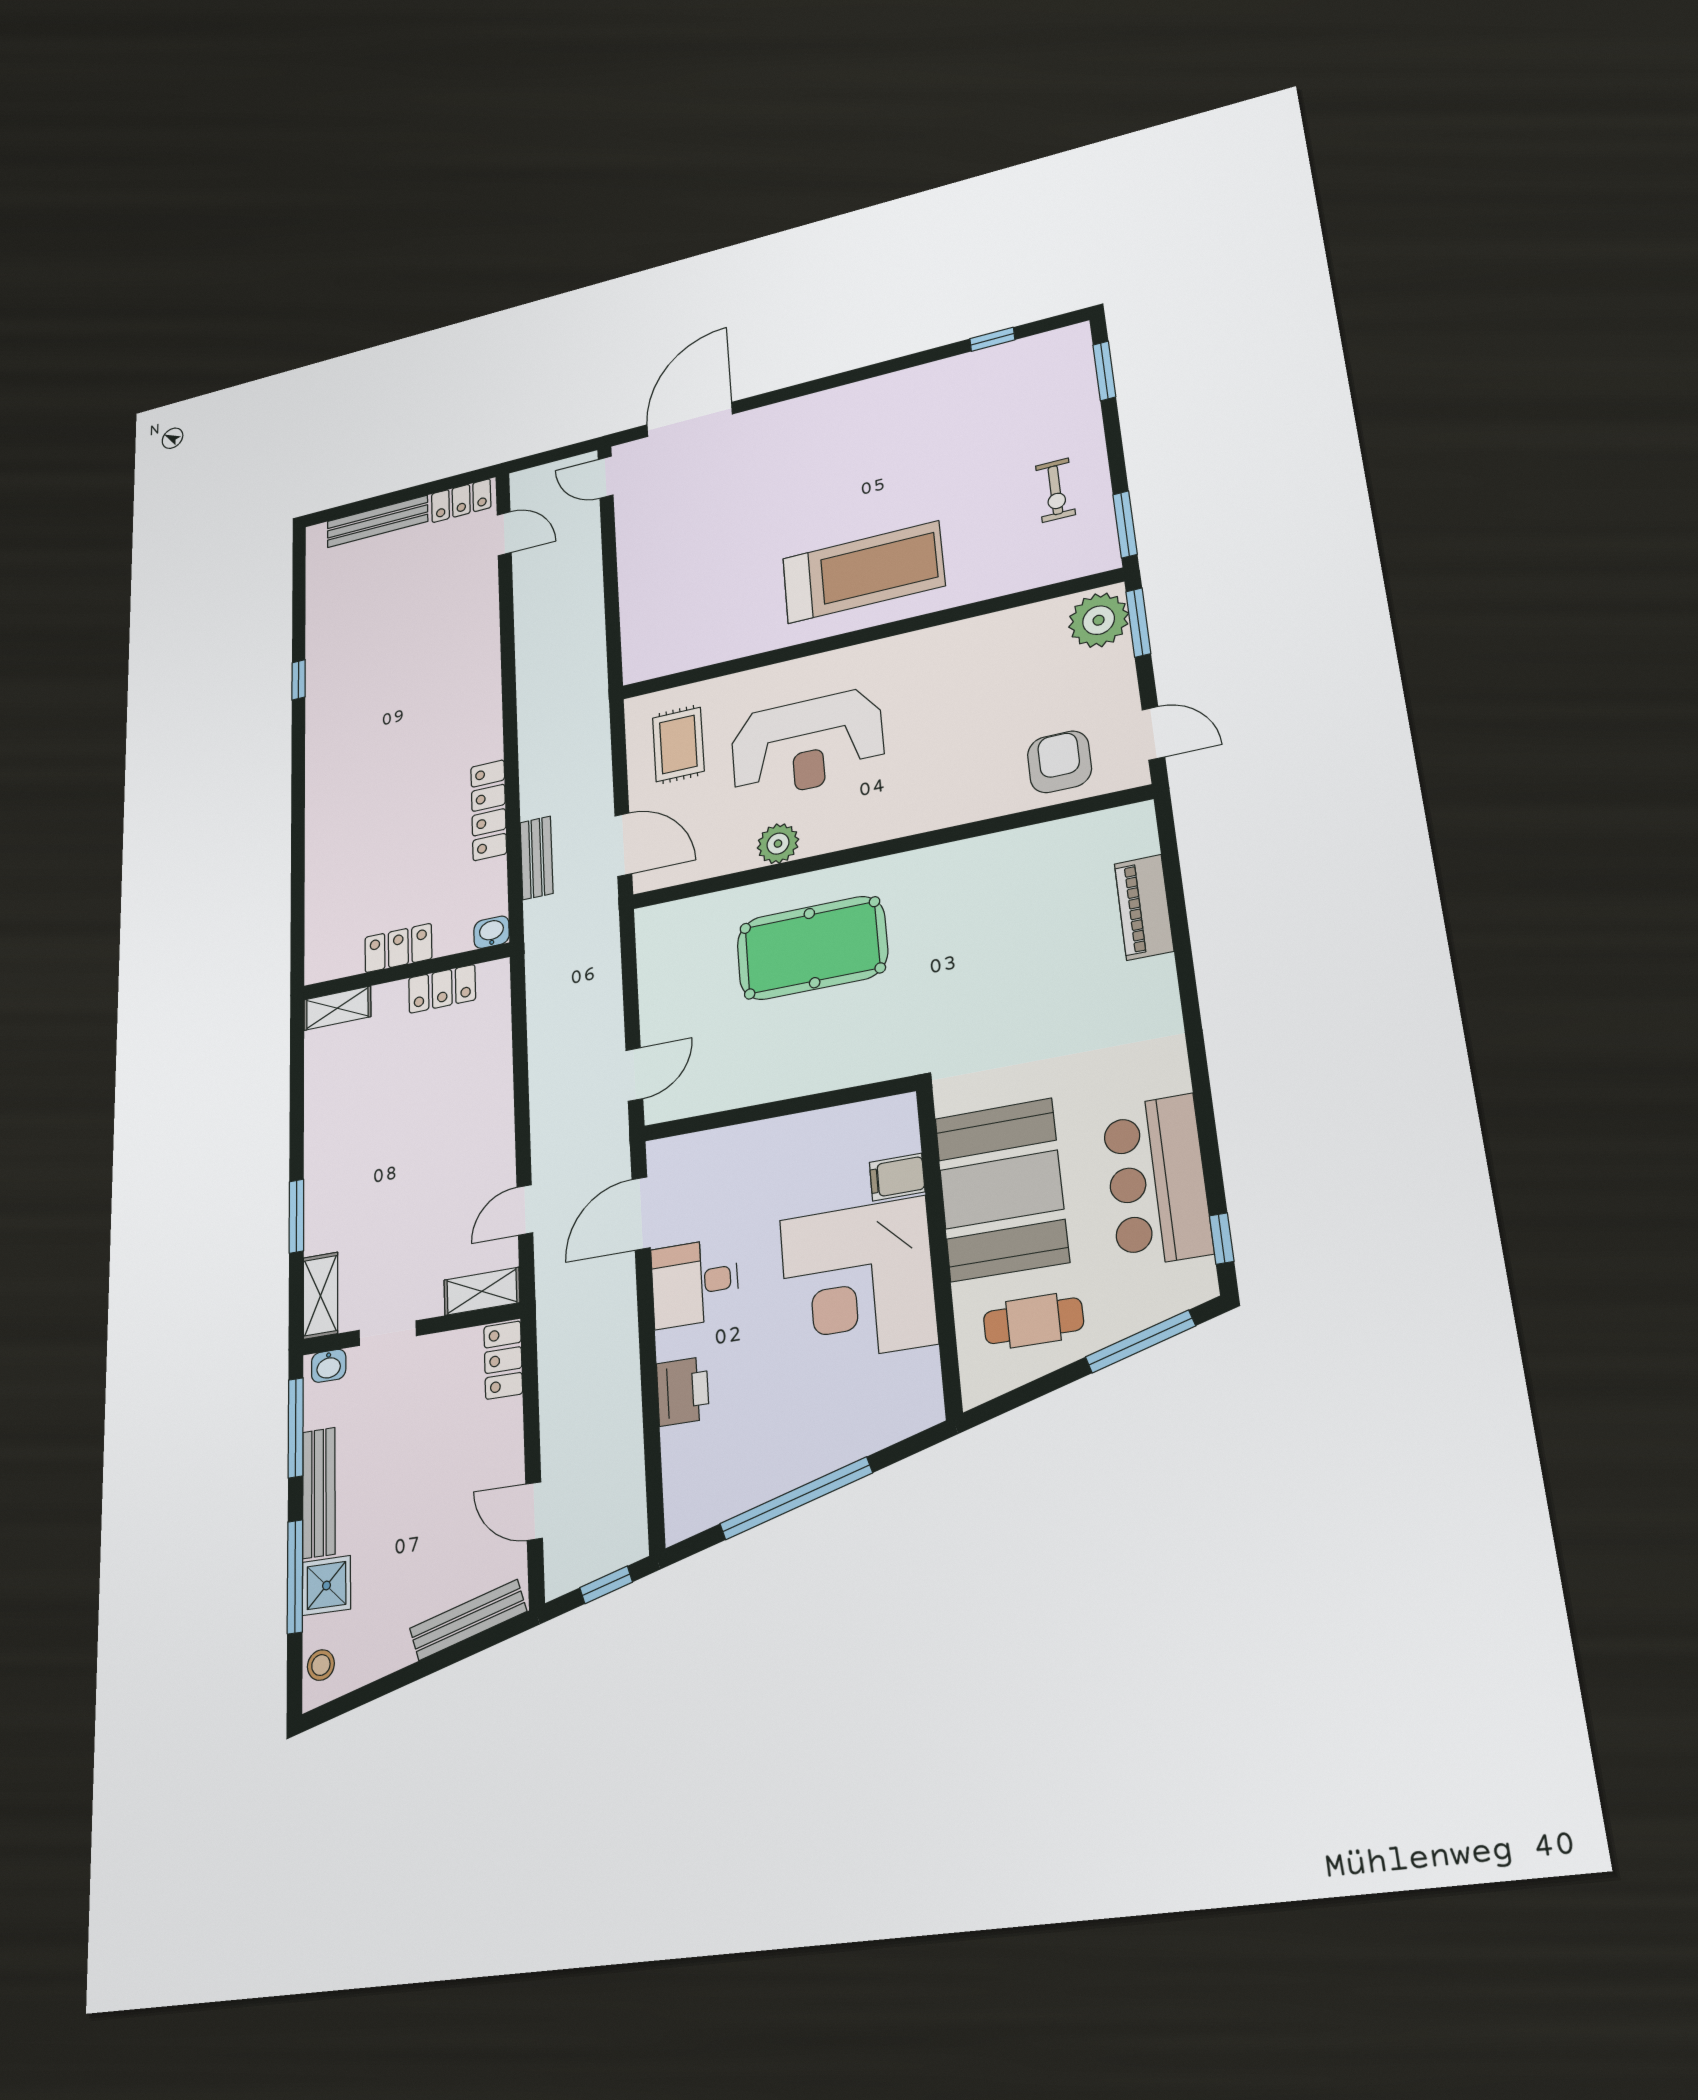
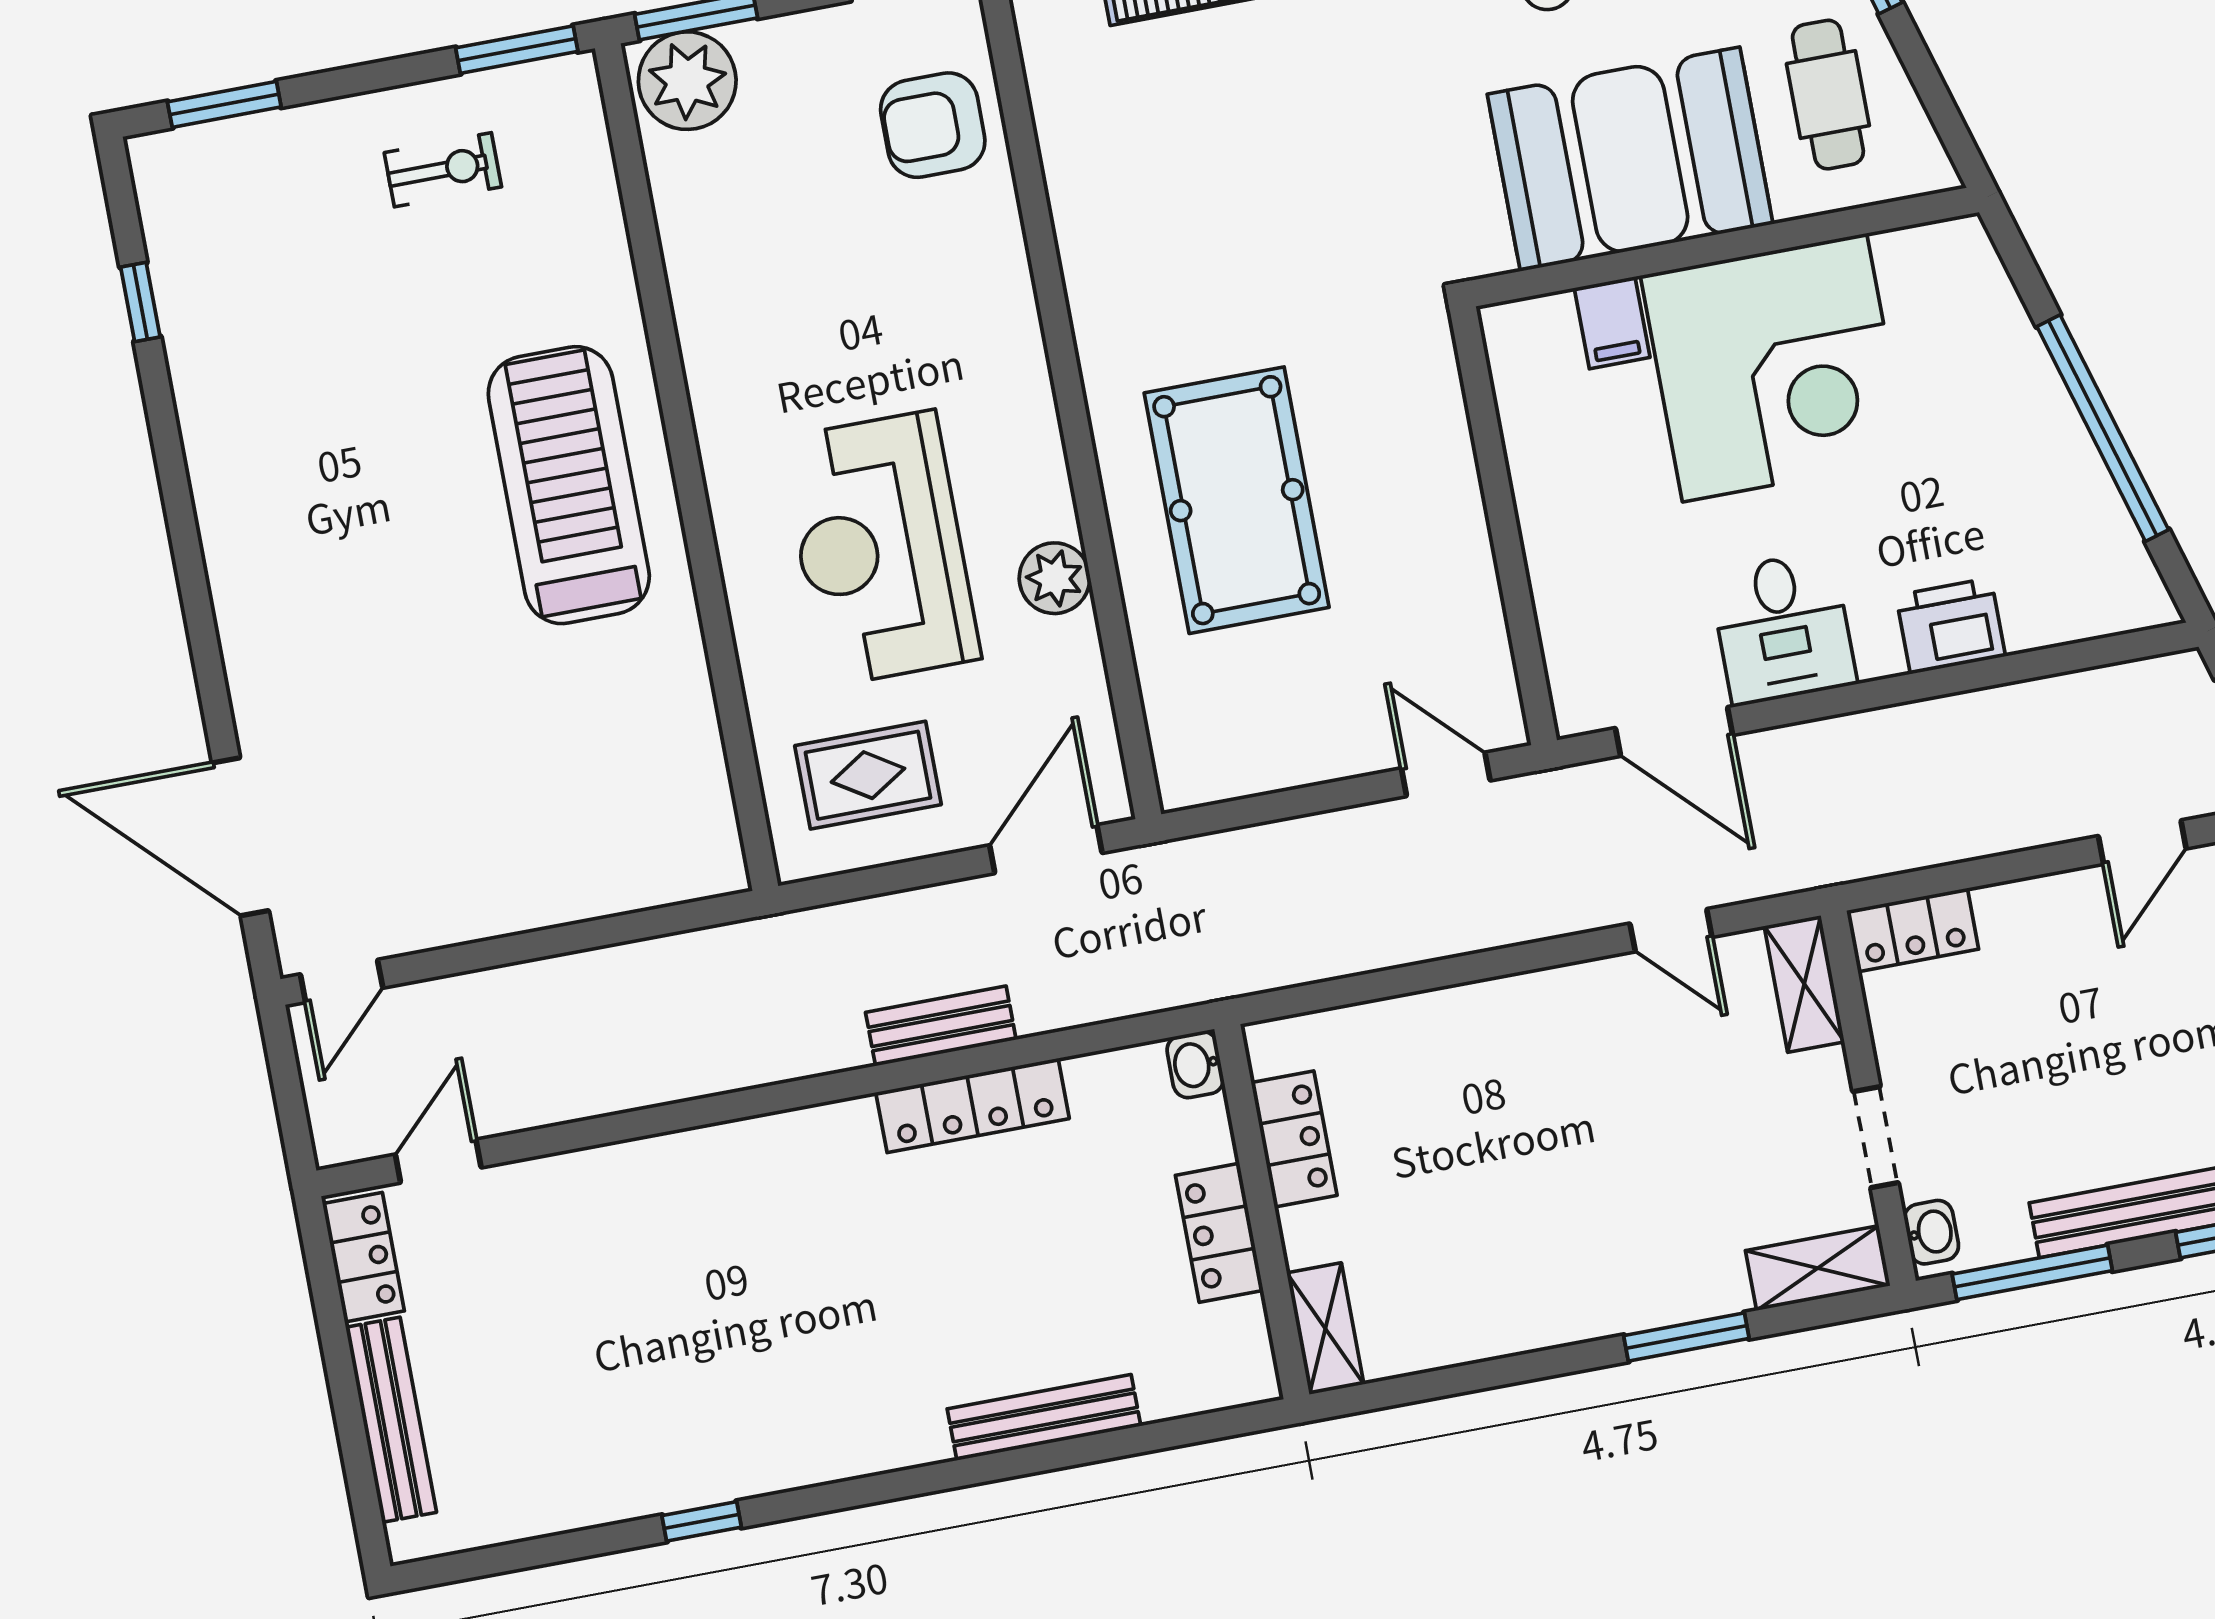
reception desk: (807, 744) -> (880, 548), turned 180
bench: (318, 855) -> (1044, 1417), added
bench: (537, 858) -> (941, 1026), moved

